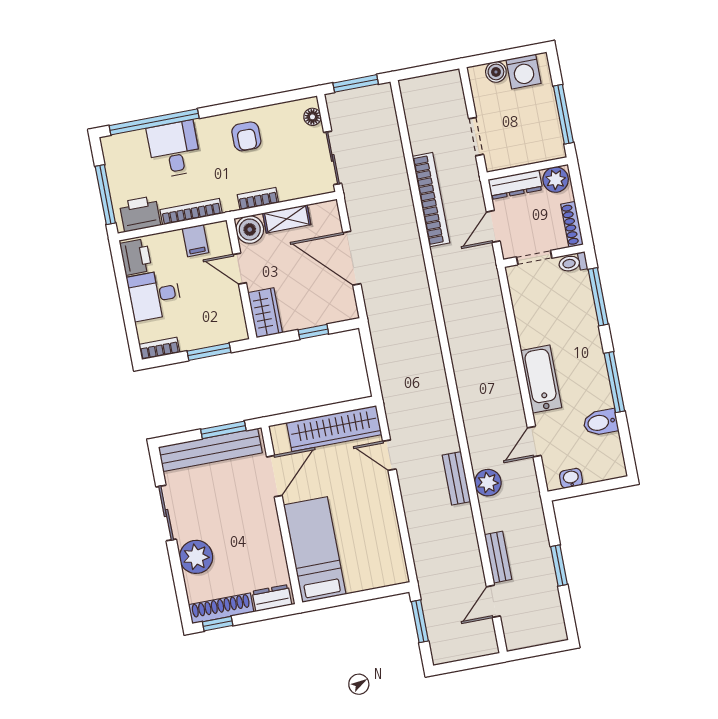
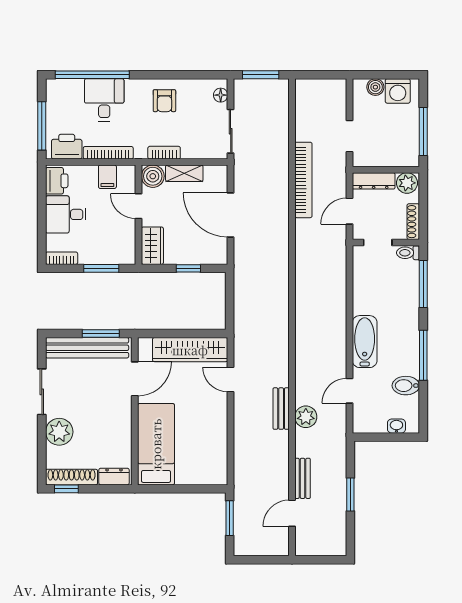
washbasin: (571, 478) -> (396, 426), moved

